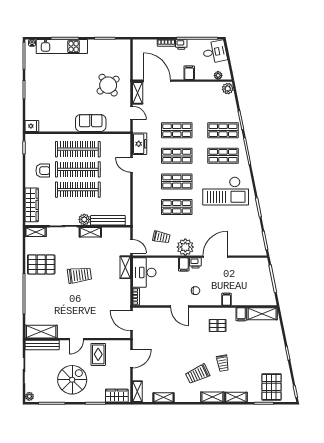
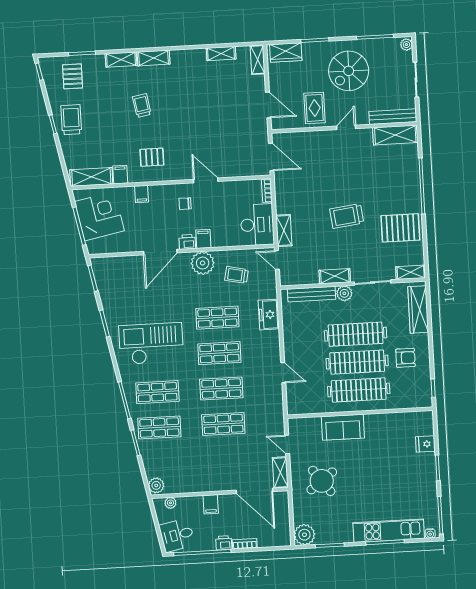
plant: (123, 47) -> (304, 535), added
fridge: (32, 126) -> (425, 444), moved
freezer: (140, 144) -> (269, 315), moved
armchair: (43, 171) -> (405, 358), turned 180
corner desk: (258, 285) -> (99, 216), added
door: (132, 358) -> (268, 105), swing flipped
trolley: (198, 374) -> (71, 120), moved, turned -65
pallet: (272, 387) -> (73, 76), width x0.67, depth x0.71

